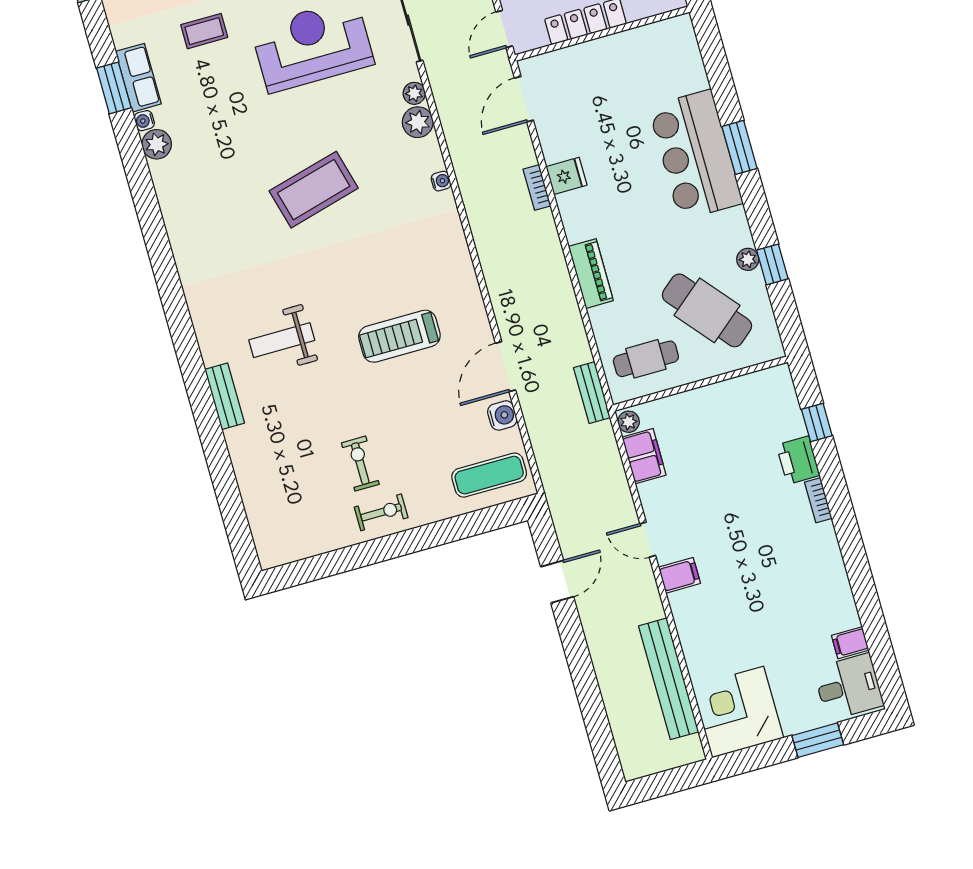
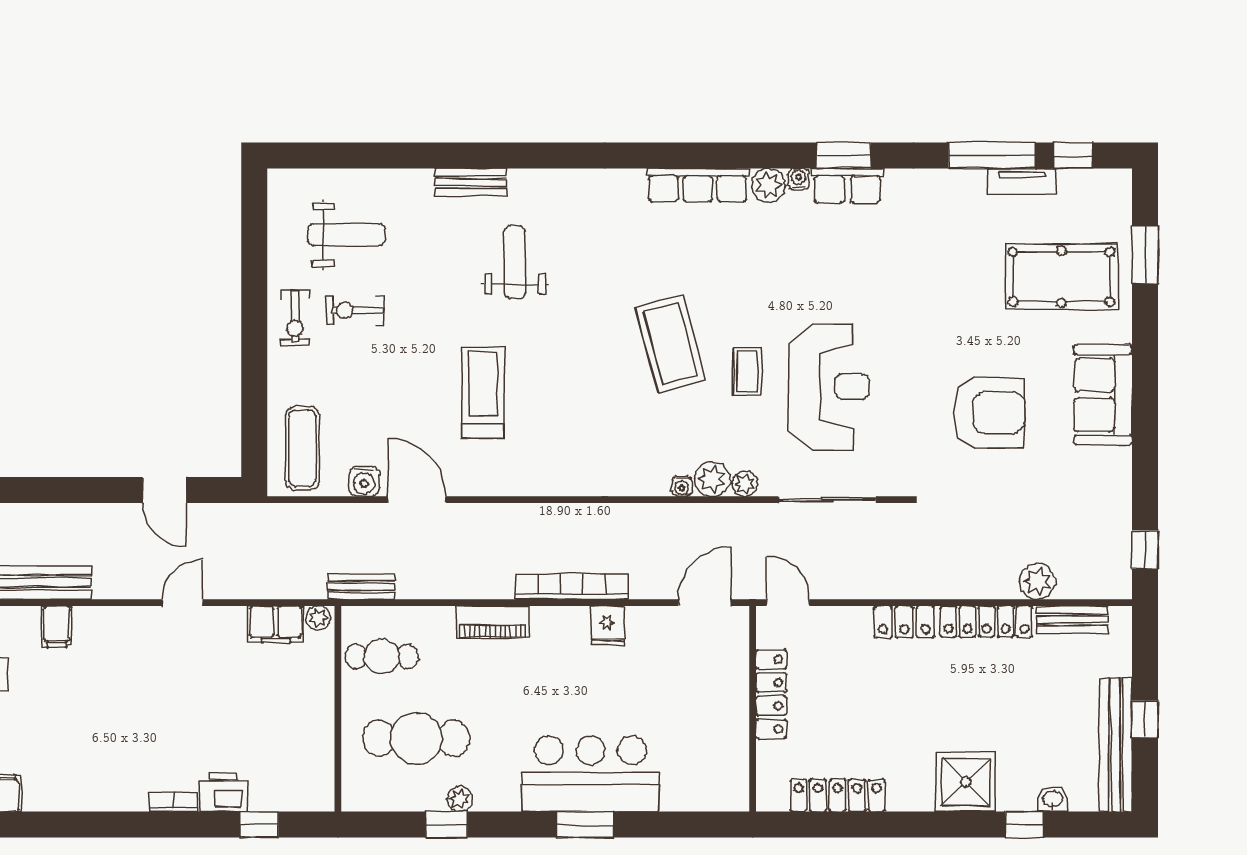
coffee table: (204, 31) -> (747, 371), moved
door: (524, 99) -> (705, 603), hinge flipped
water cooler: (441, 181) -> (682, 486), moved
bookcase: (537, 187) -> (572, 587), width x2.31, depth x1.31
row of seats: (173, 204) -> (698, 185), added
cafe table: (707, 310) -> (416, 738), turned 40
cafe table: (646, 359) -> (382, 656), turned 90
exercise bike: (360, 464) -> (355, 310), turned 180
weight bench: (298, 489) -> (347, 235), added
filing cabinet: (679, 575) -> (57, 626), moved

